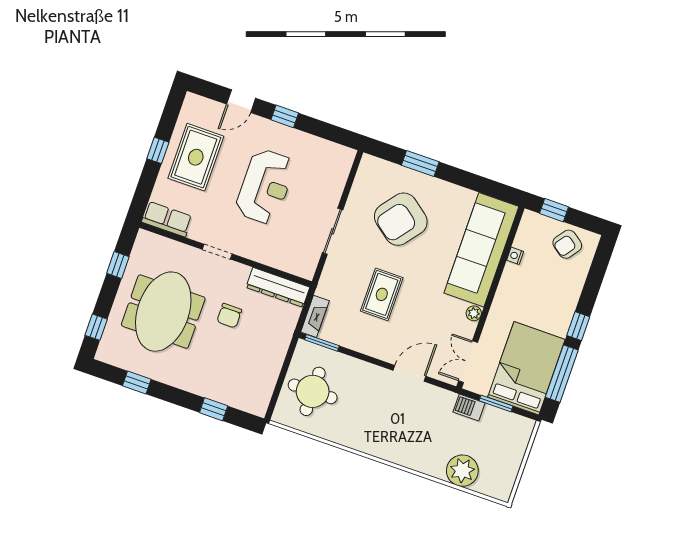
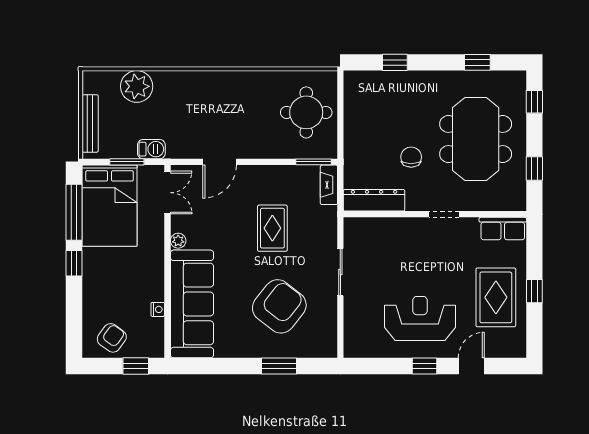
reception desk: (265, 187) -> (420, 319), moved, turned 90
bench: (518, 451) -> (90, 123), added

